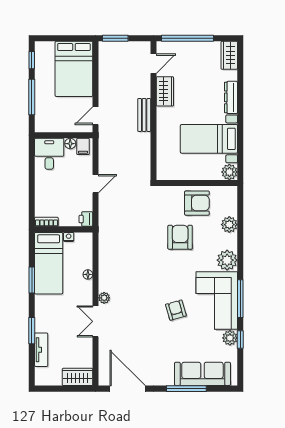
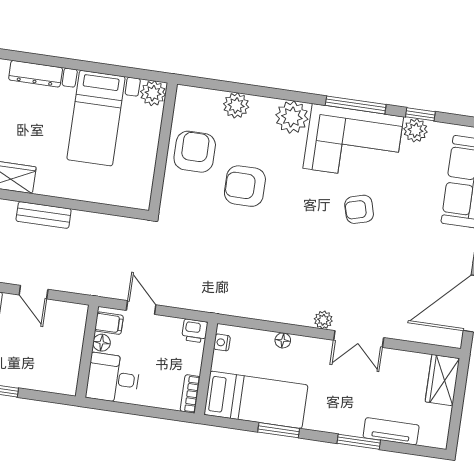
wall: (64, 135) -> (87, 351), moved
floor lamp: (70, 144) -> (102, 343), moved
filing cabinet: (83, 146) -> (109, 323), moved
desk: (49, 154) -> (113, 378), moved
nightstand: (69, 237) -> (222, 342), moved

